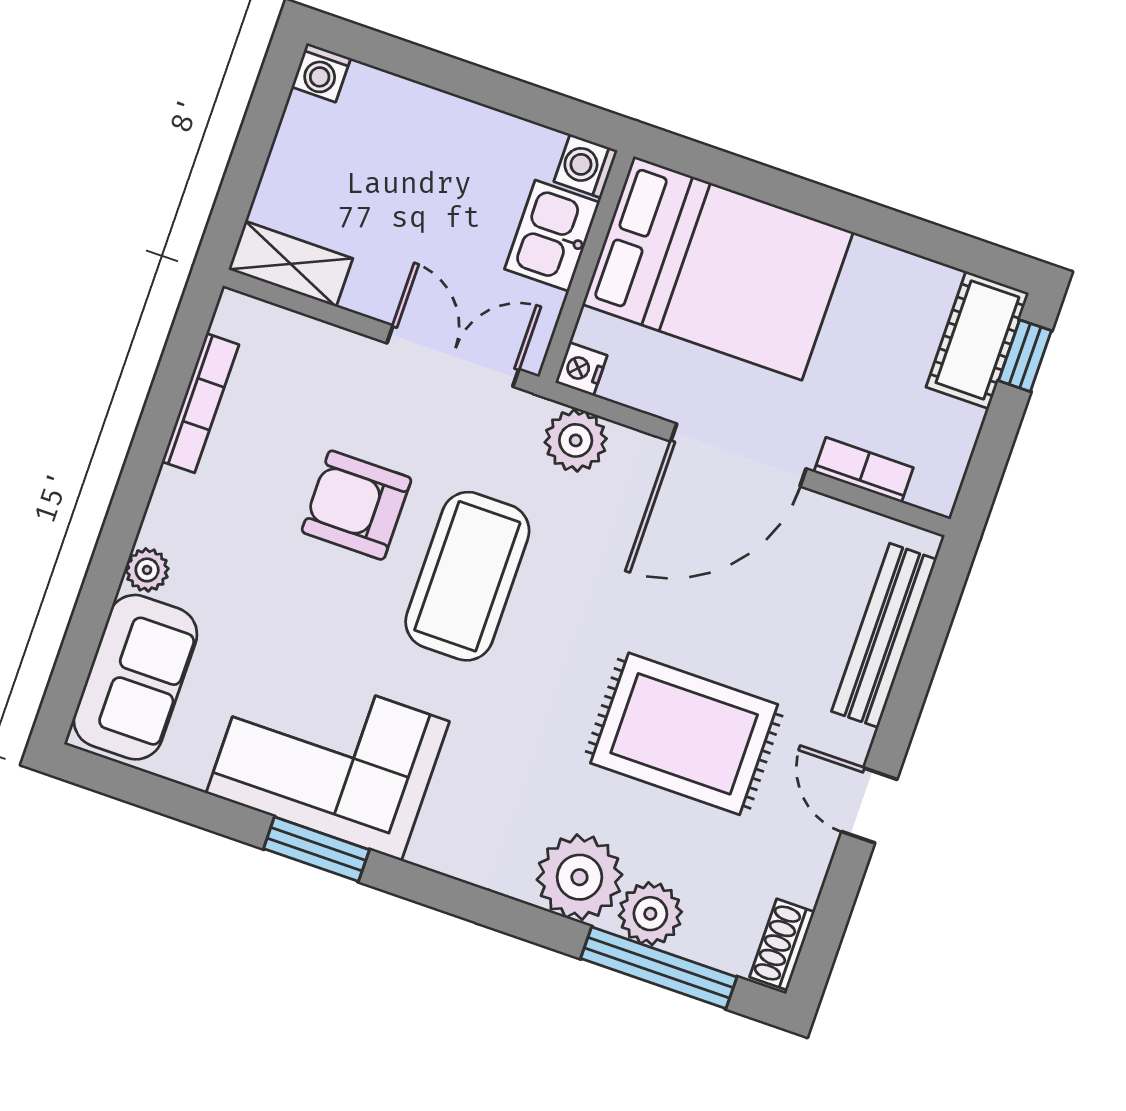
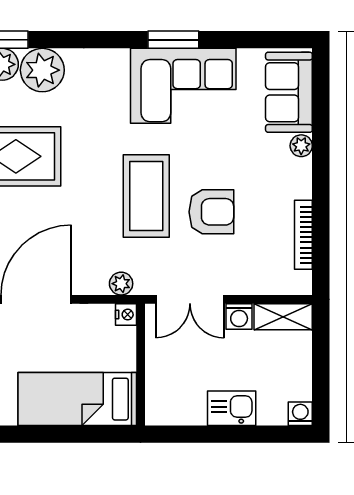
washing machine: (586, 166) -> (239, 316), moved, turned 90
kitchen sink: (552, 236) -> (232, 408), moved, turned -90
bed: (718, 268) -> (77, 399), width x0.67
plant: (576, 440) -> (121, 284), width x0.73, depth x0.73

